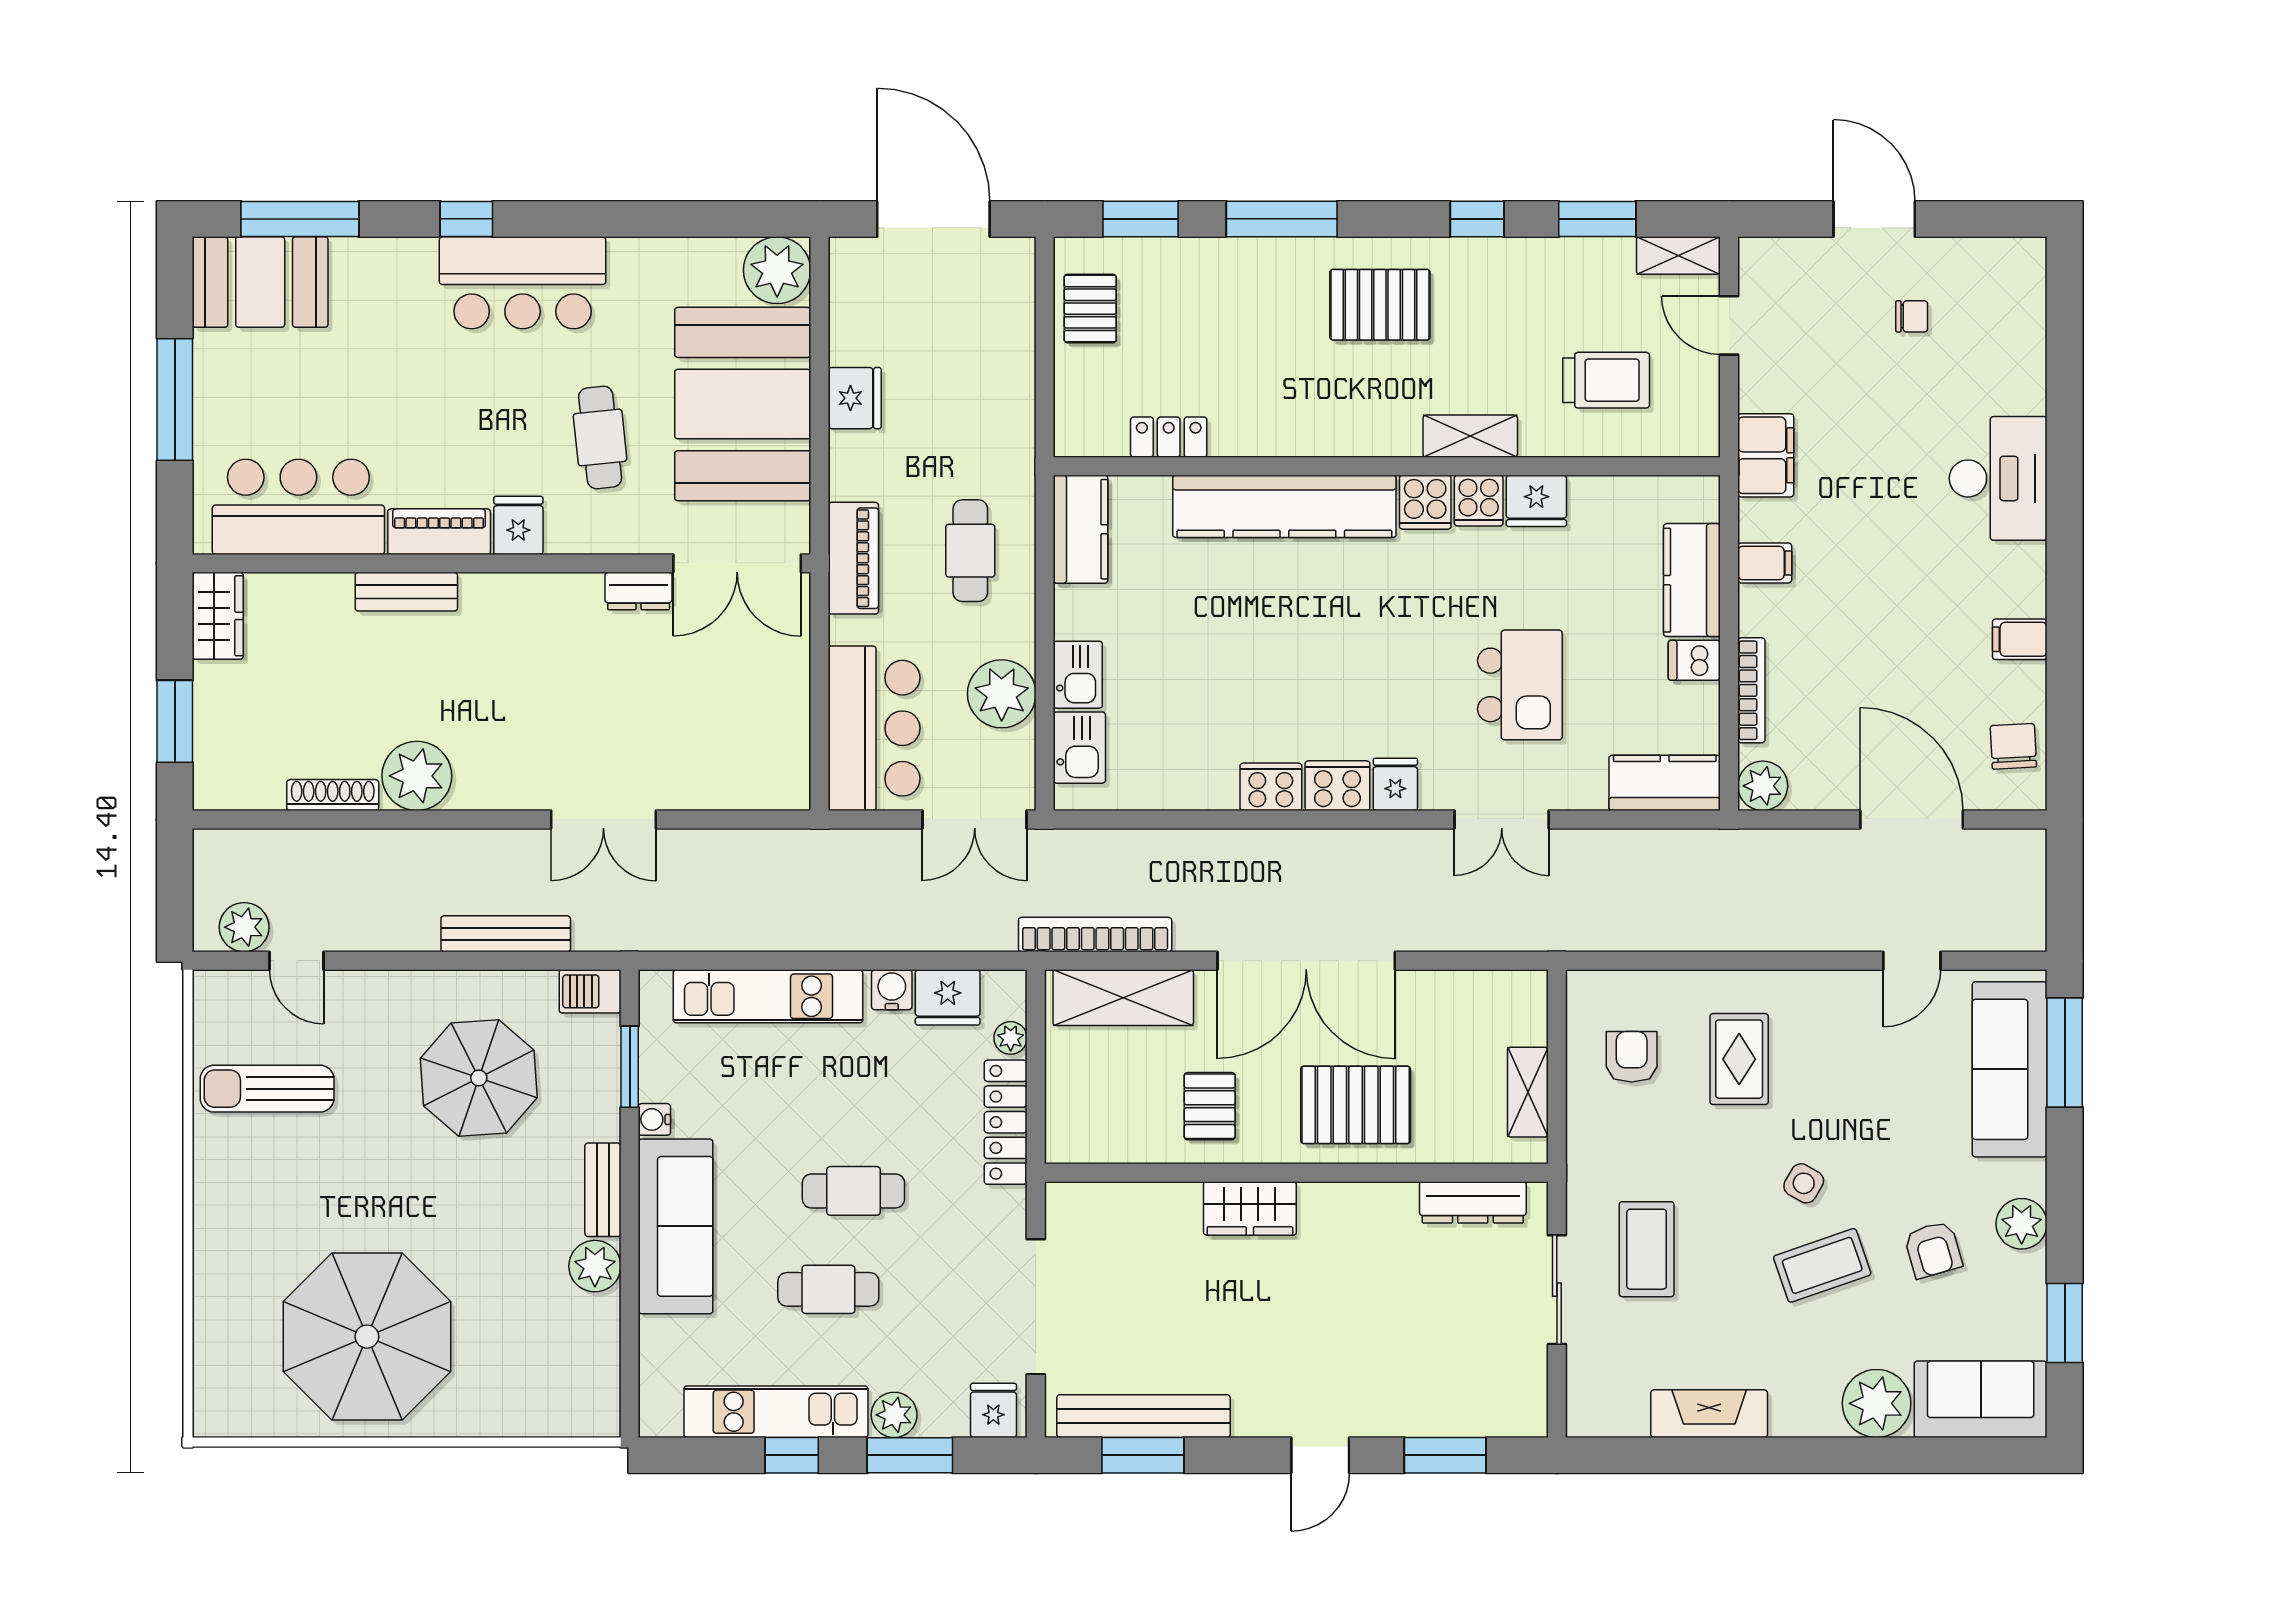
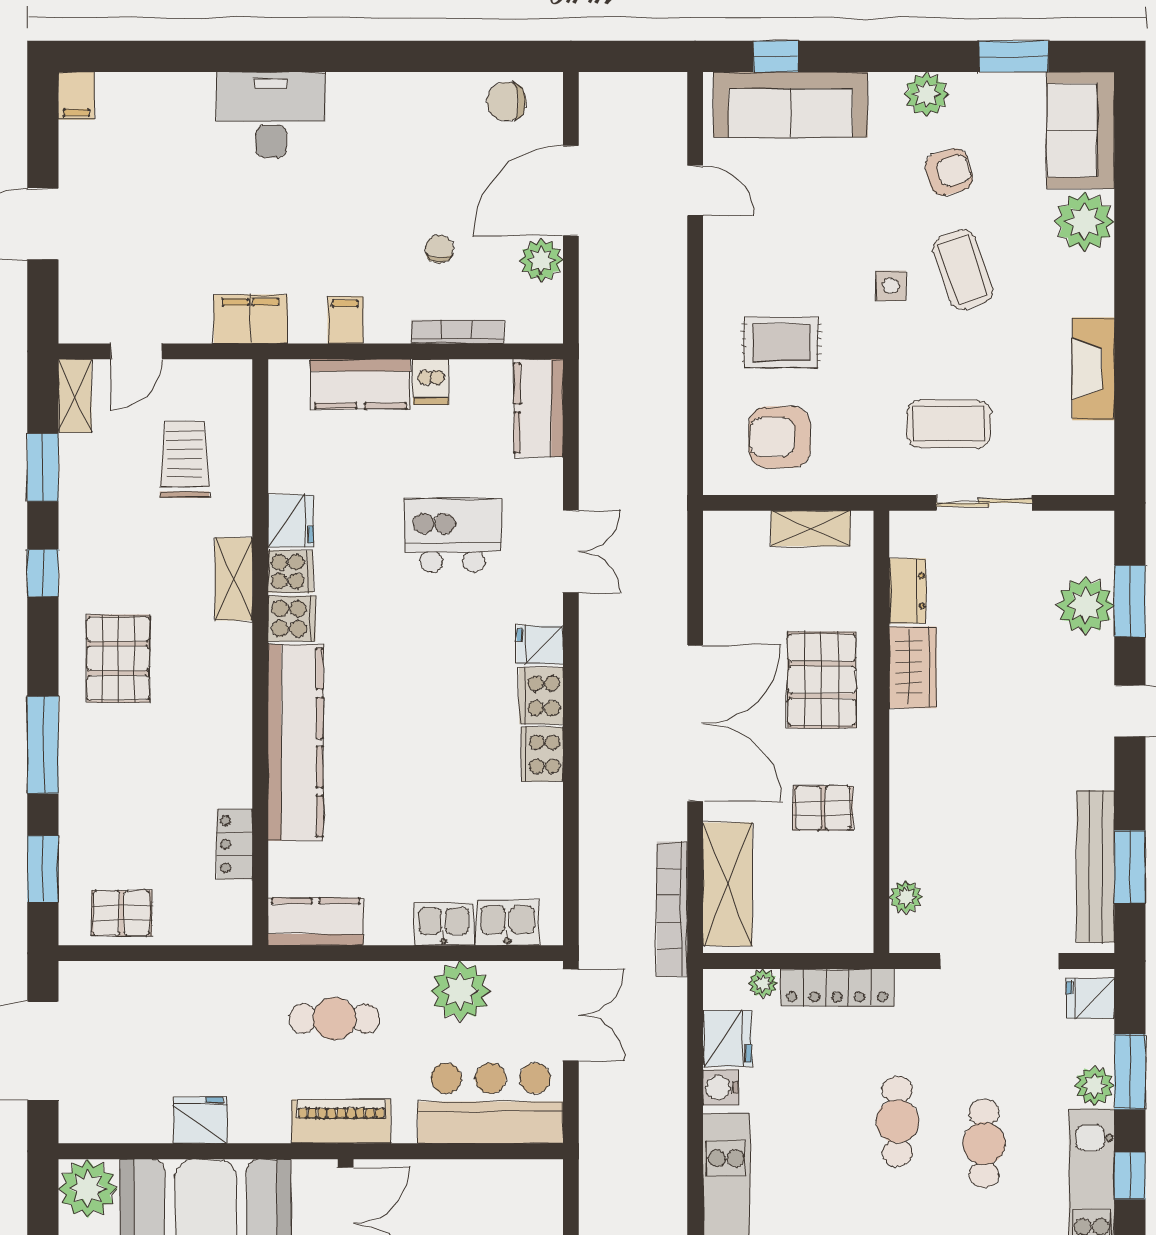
chair: (1912, 316) -> (439, 249), moved
filing cabinet: (2020, 639) -> (76, 96), moved
plant: (1763, 786) -> (541, 260), moved
window: (2065, 1053) -> (776, 56), width x0.46
armchair: (1632, 1057) -> (780, 437), width x1.38, depth x1.38
side table: (1804, 1183) -> (891, 286), turned -30
plant: (1109, 1200) -> (906, 897), added
dresser: (1473, 1202) -> (908, 591), width x0.70
wardrobe: (1250, 1208) -> (913, 667), moved
plant: (1440, 1405) -> (1085, 605), added

